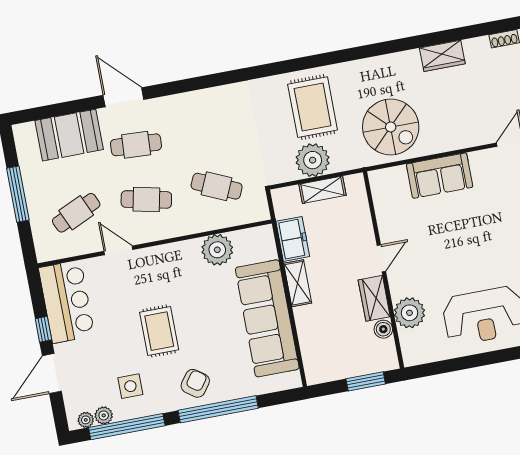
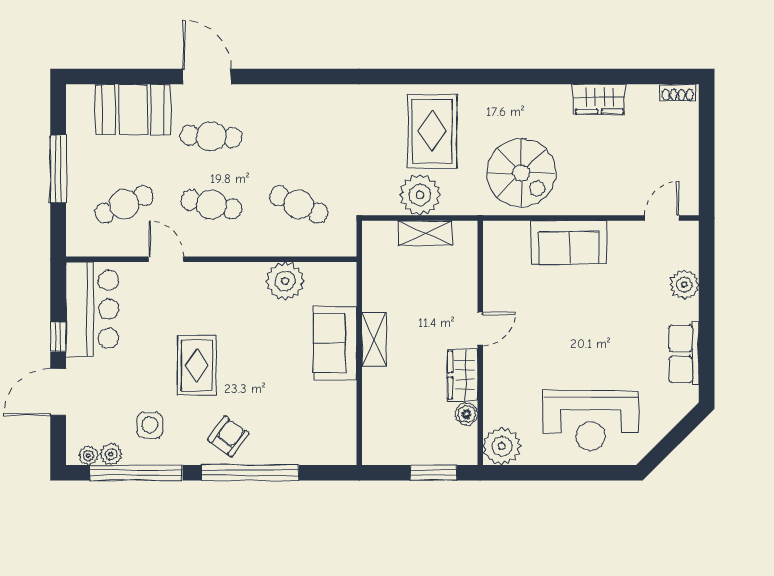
freezer: (293, 239) -> (378, 285), removed
plant: (409, 313) -> (502, 446), moved
sofa: (267, 318) -> (335, 343), width x0.54, depth x0.79

